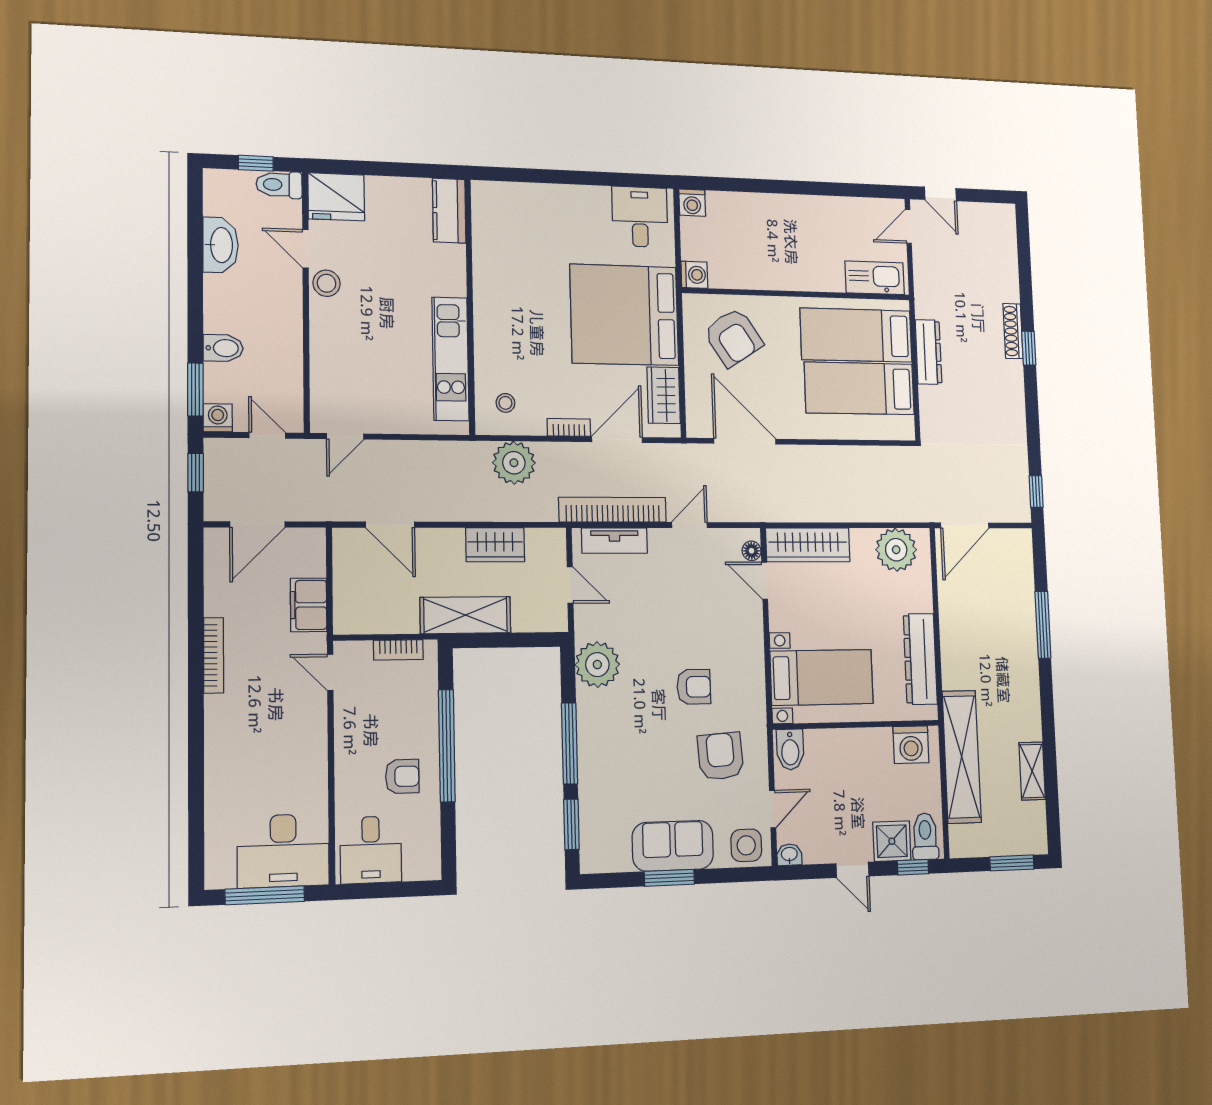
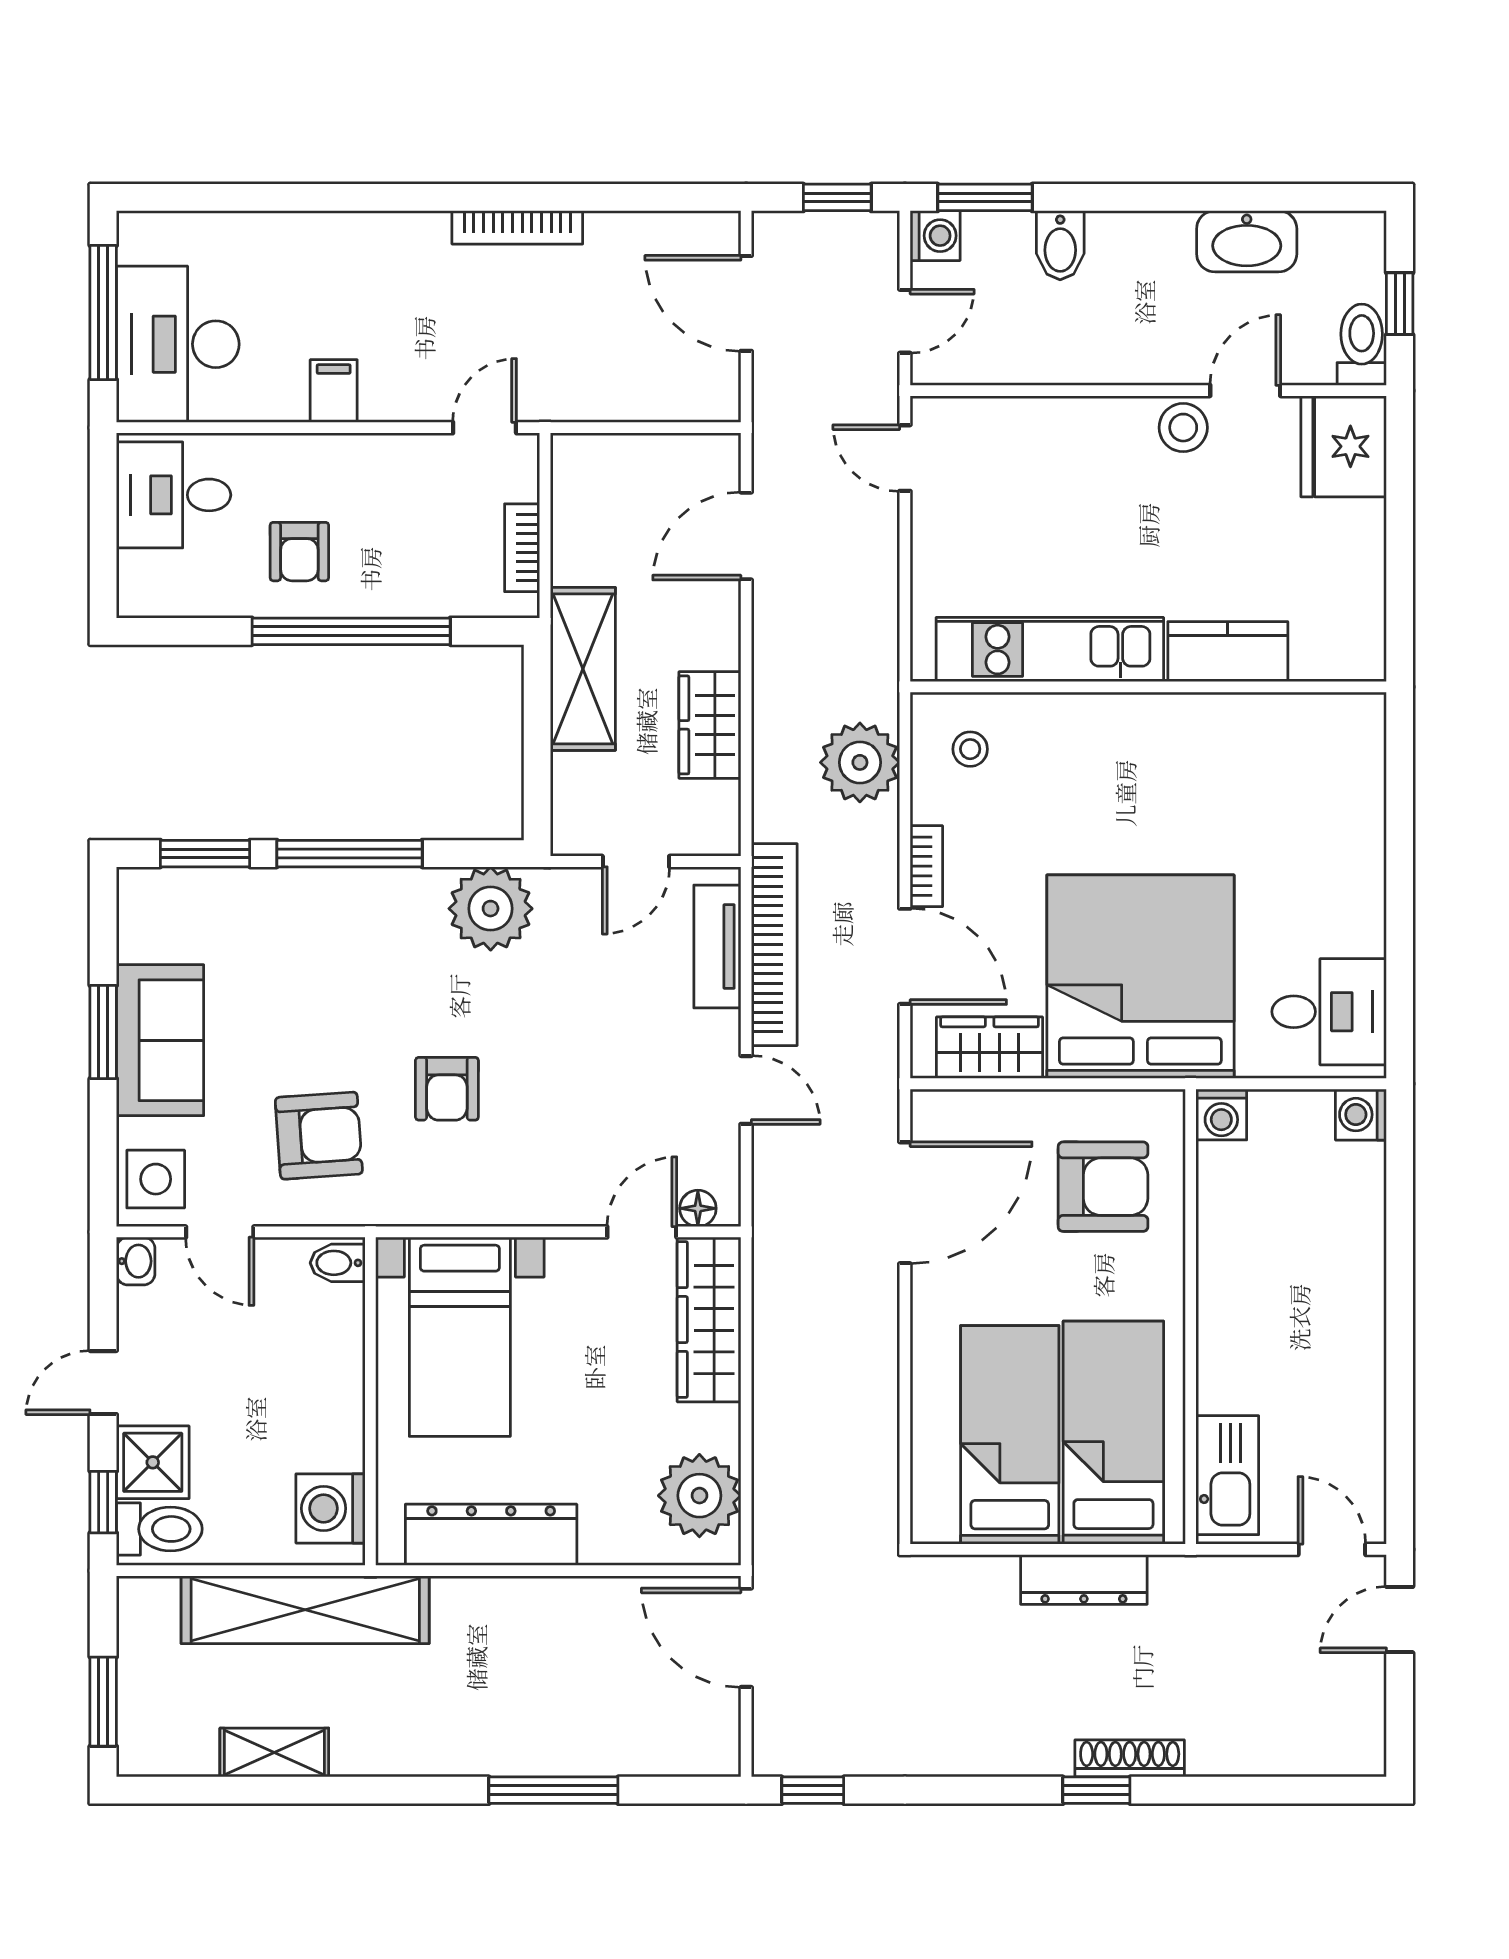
kitchen counter: (449, 211) -> (1228, 652), moved
armchair: (733, 337) -> (1103, 1187), turned -147
filing cabinet: (309, 605) -> (334, 391), moved, width x0.50
bidet: (790, 749) -> (338, 1263), width x0.72, depth x0.74

